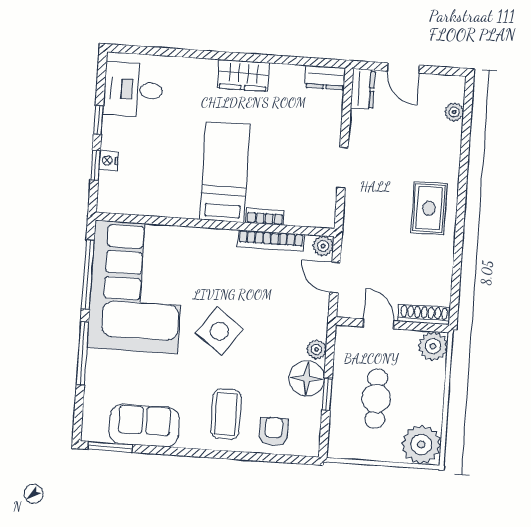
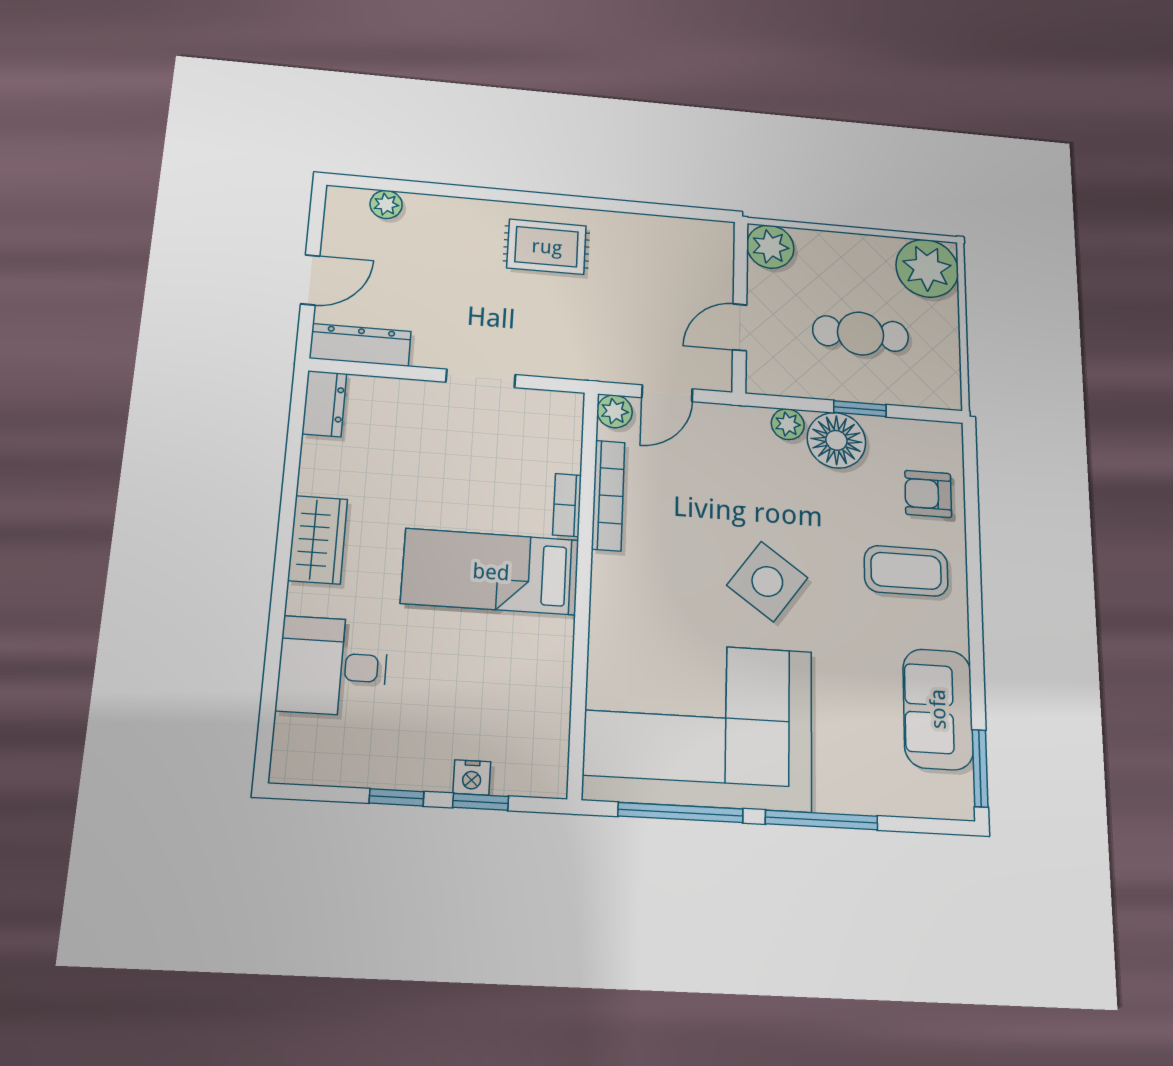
dresser: (363, 89) -> (360, 345), width x1.44
desk: (133, 90) -> (333, 666), moved, turned 90
shoe rack: (424, 314) -> (720, 259), removed

